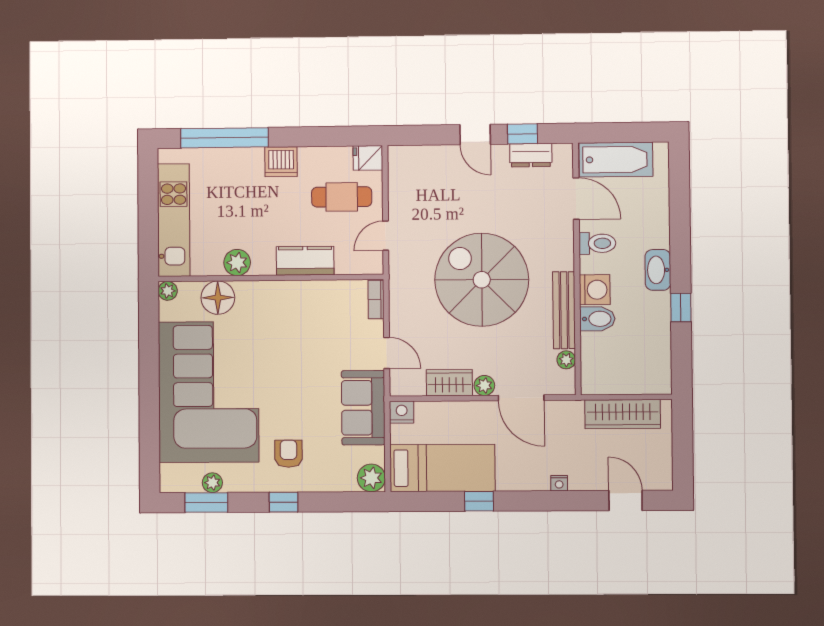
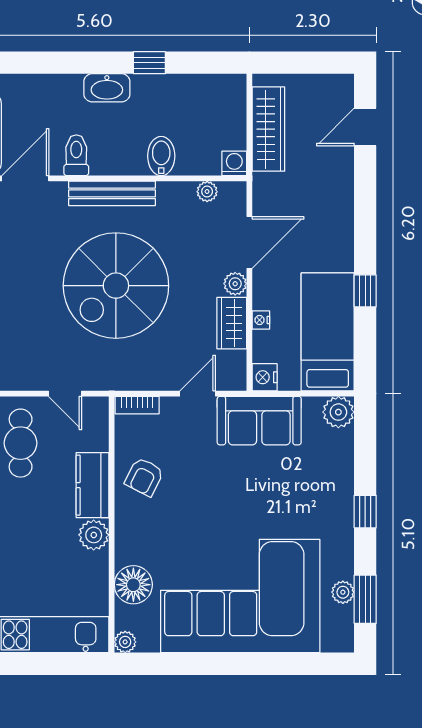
plant: (237, 263) -> (94, 535), moved
washing machine: (595, 290) -> (234, 163), moved, width x0.73, depth x0.73
bench: (564, 310) -> (112, 193), moved
armchair: (288, 454) -> (144, 477), moved, turned -63
nightstand: (559, 483) -> (261, 320), moved, turned 180

